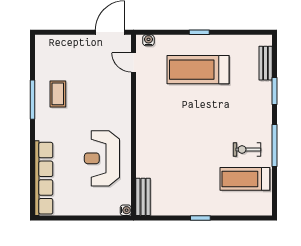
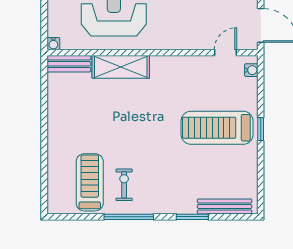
bench: (266, 63) -> (225, 206), width x1.36
treadmill: (198, 70) -> (217, 128), turned -90
shelving: (146, 152) -> (121, 67), added
window: (200, 218) -> (44, 131), removed

